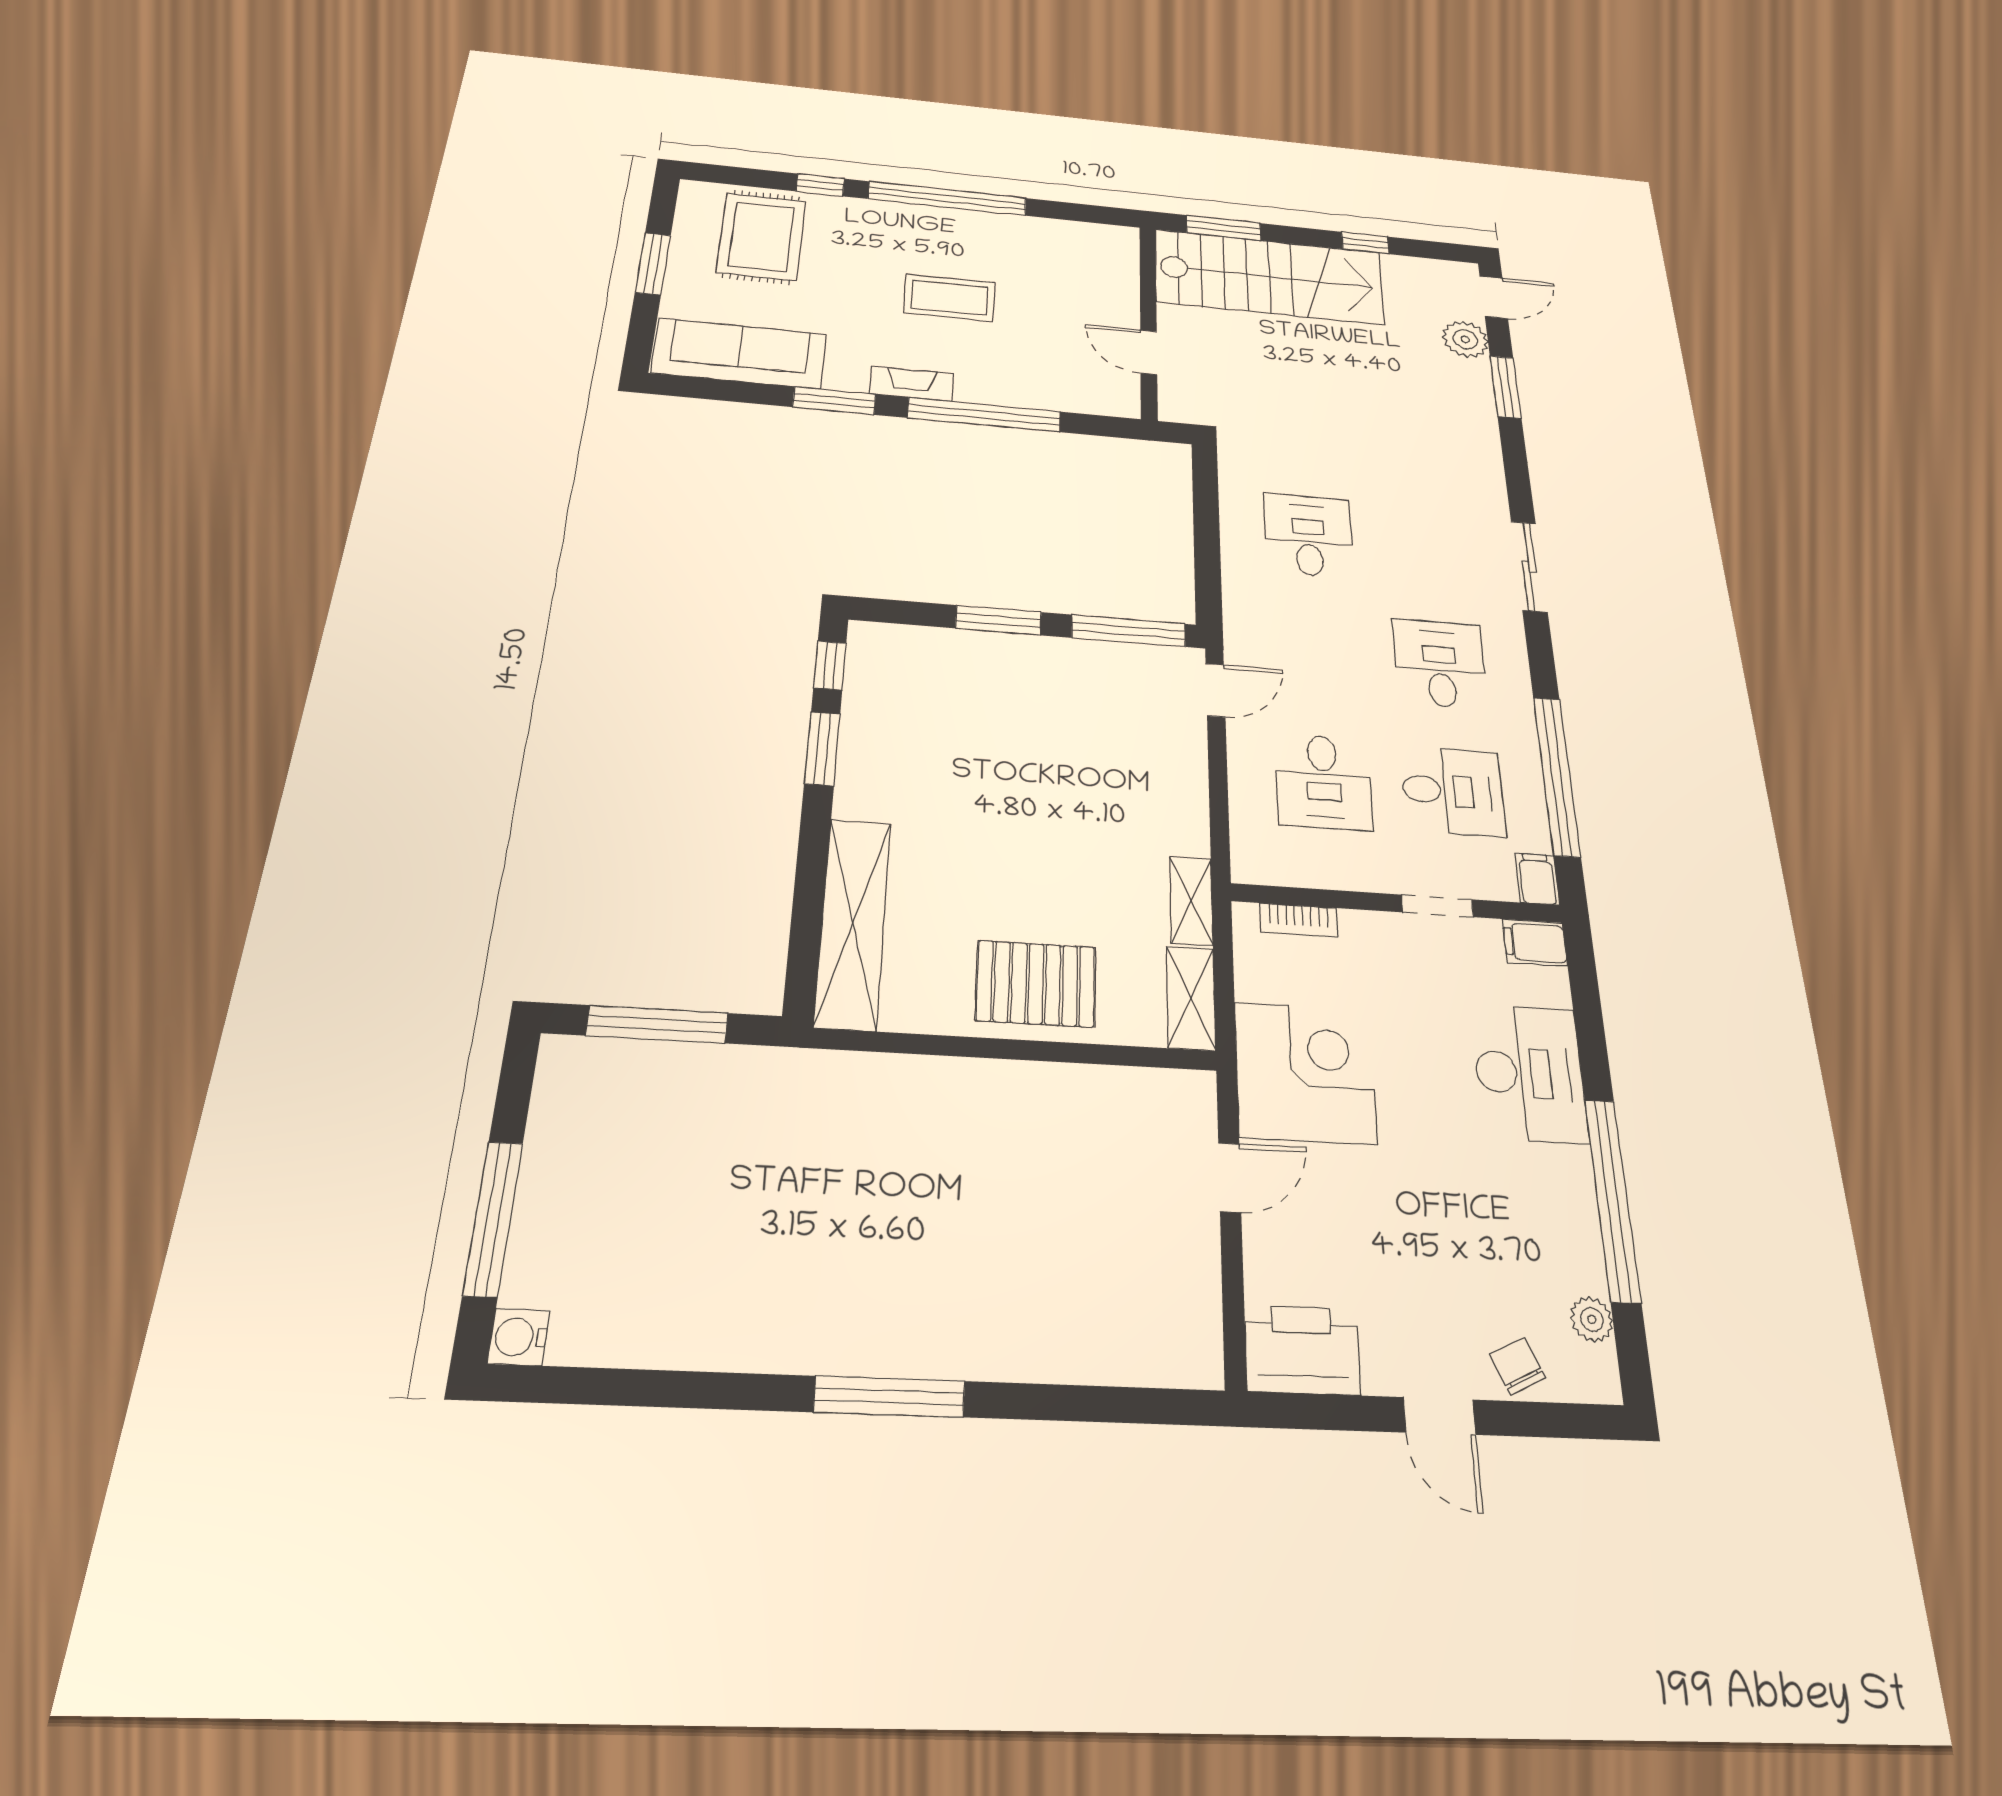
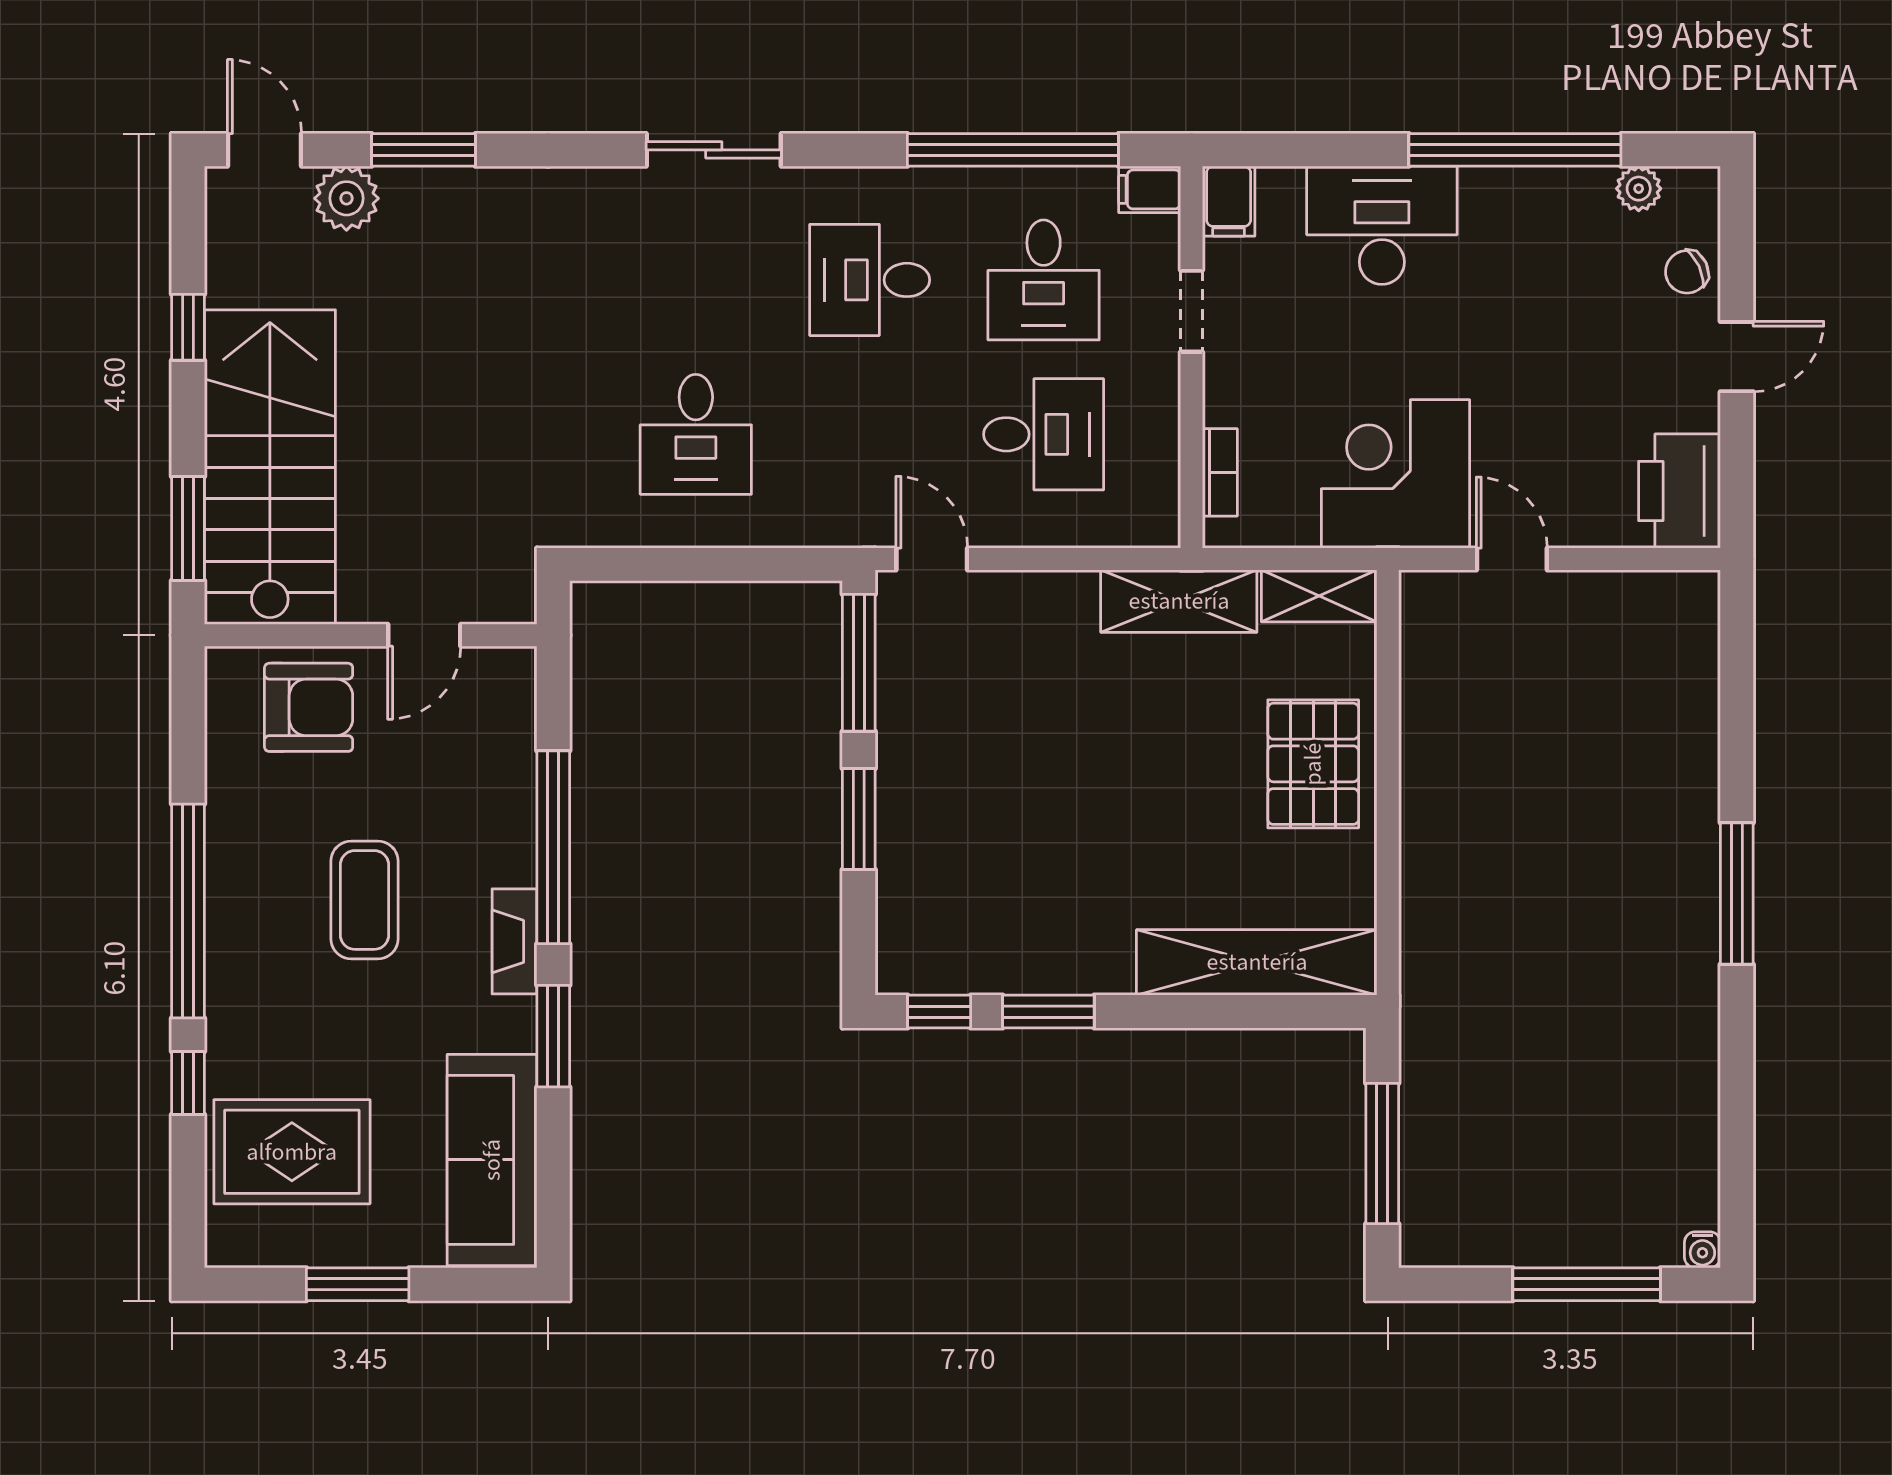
armchair: (1095, 280) -> (309, 707), added
desk: (1308, 535) -> (696, 434), turned -90
desk: (1453, 791) -> (1044, 280), turned 180
shelving: (1191, 901) -> (1179, 601), width x1.50, depth x1.33
water cooler: (519, 1337) -> (1702, 1250), width x0.72, depth x0.72

